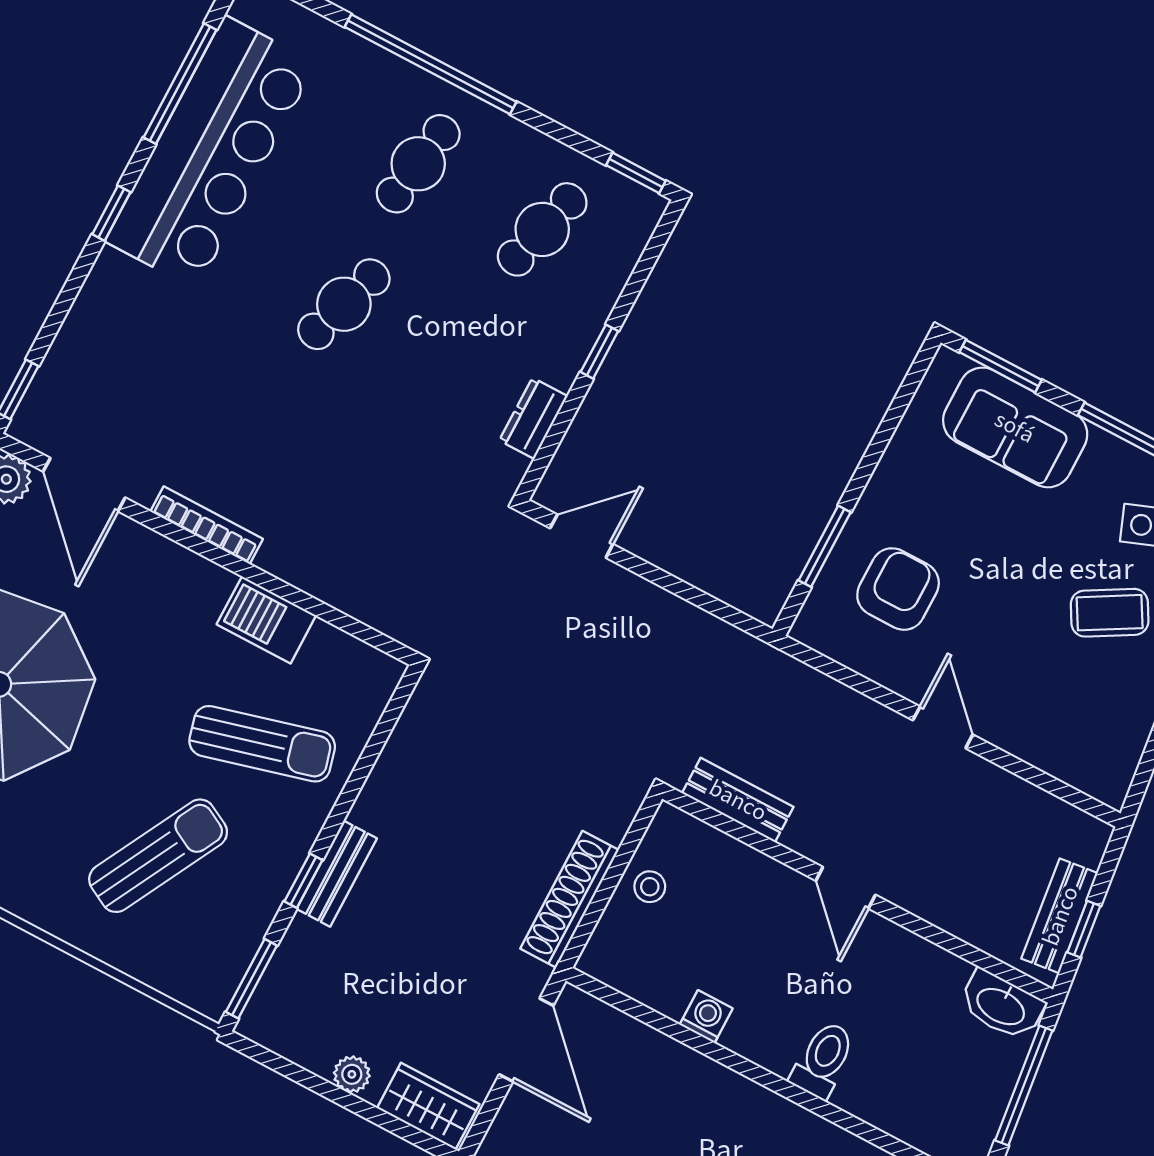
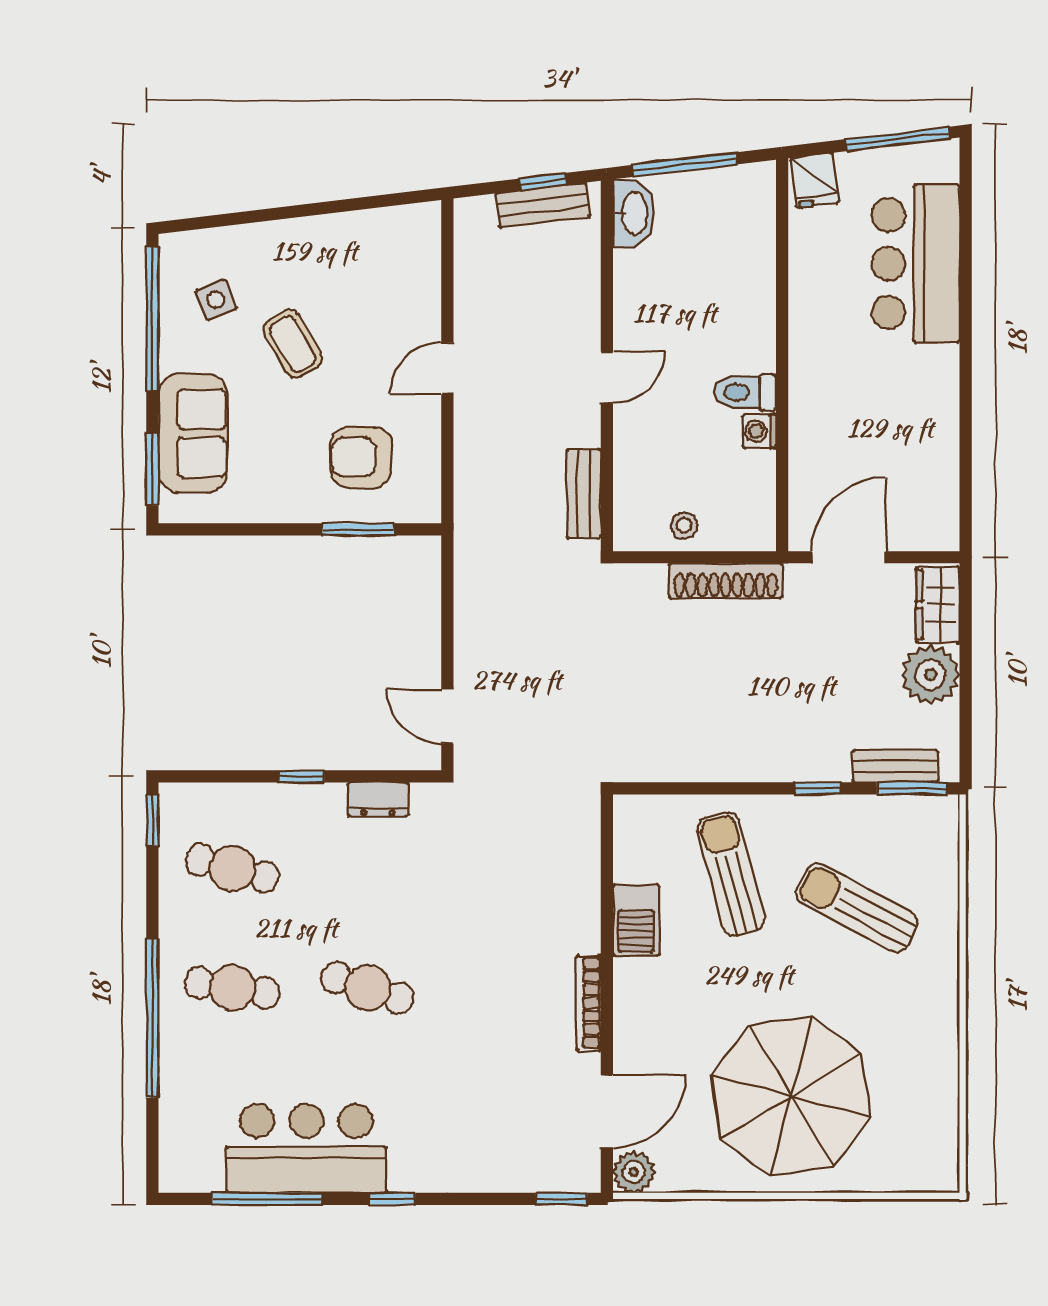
bar counter: (211, 152) -> (306, 1148), width x0.73
coffee table: (1110, 613) -> (293, 344), moved
bench: (337, 874) -> (895, 766), moved
toilet: (823, 1060) -> (745, 392), moved
plant: (352, 1074) -> (930, 675), width x1.87, depth x1.87

